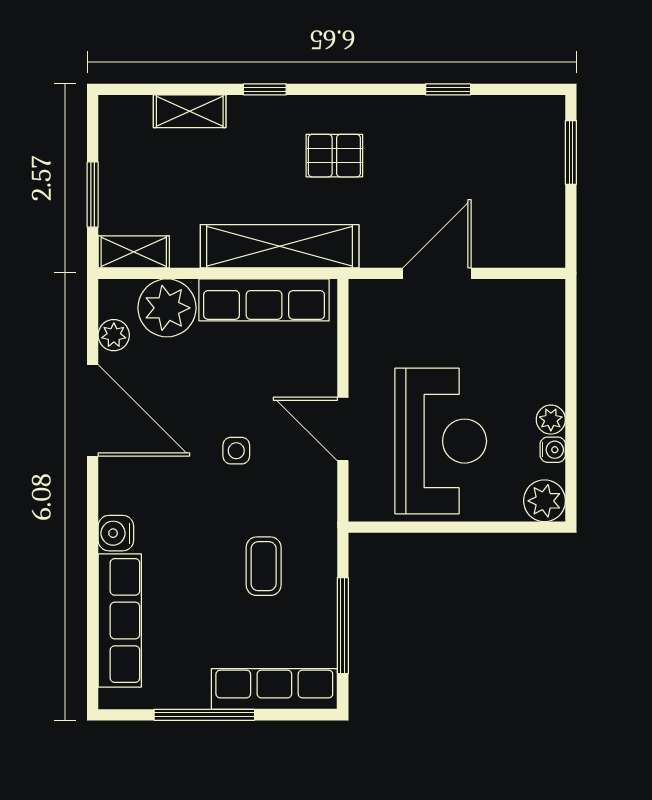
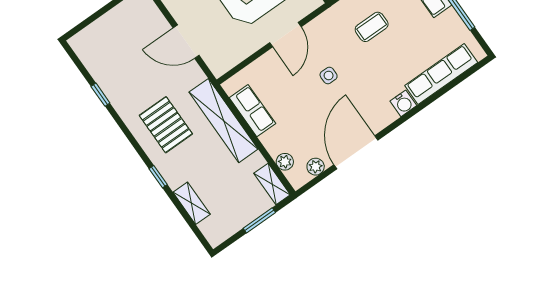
window: (571, 152) -> (90, 20), removed
pallet: (334, 156) -> (166, 125), width x1.50, depth x1.42
row of seats: (264, 300) -> (252, 111), width x0.68
plant: (167, 308) -> (285, 162), width x0.53, depth x0.53

